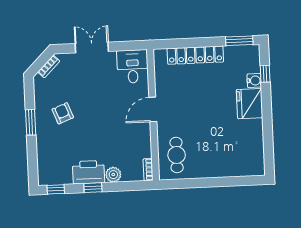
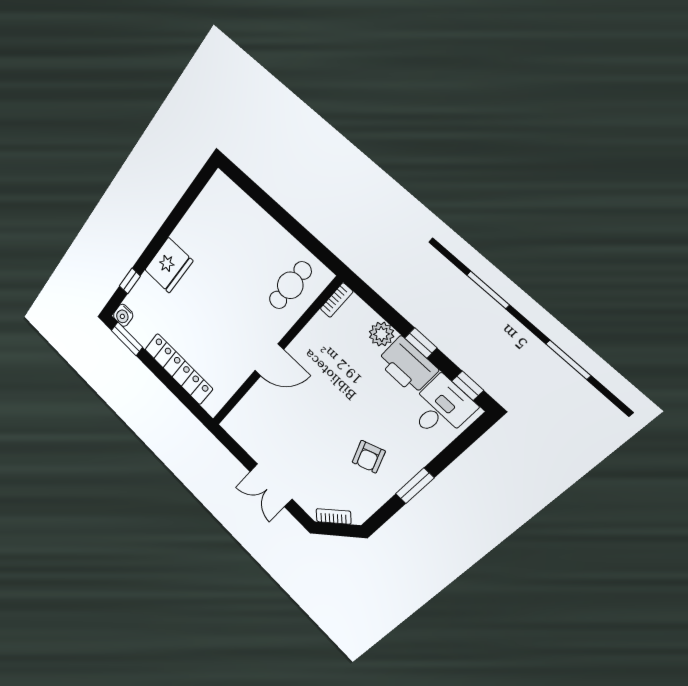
desk: (133, 66) -> (441, 408), moved, turned 180
water cooler: (254, 81) -> (123, 315), moved, turned -90

